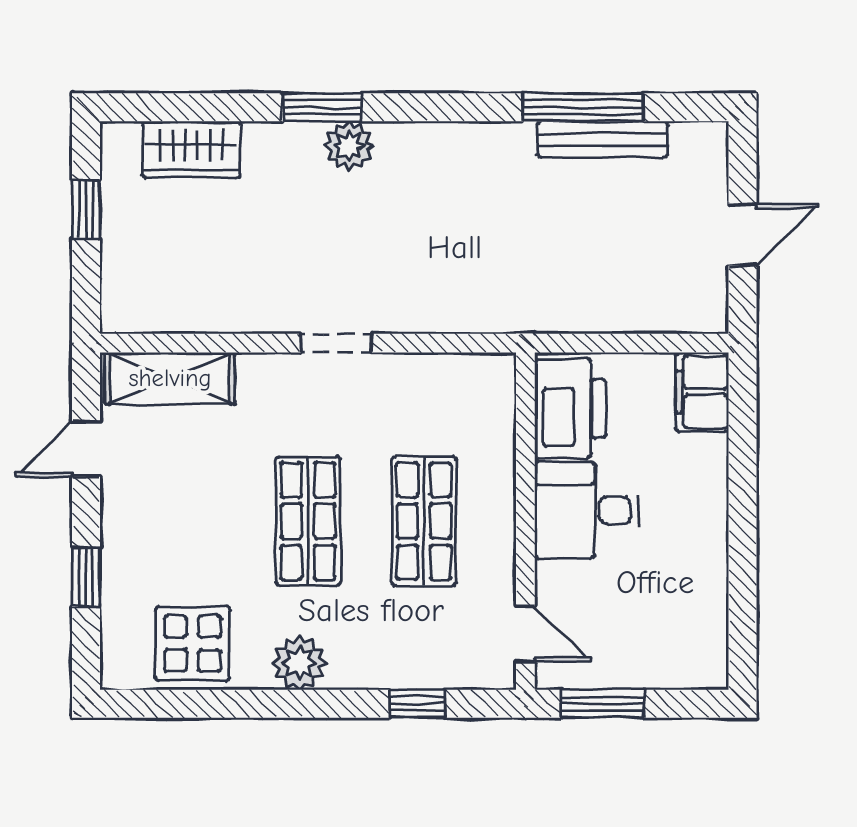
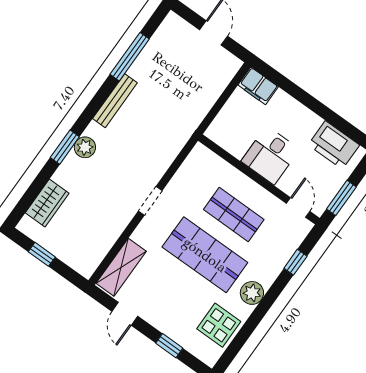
bench: (602, 139) -> (115, 101), moved
printer: (570, 408) -> (334, 145), moved, turned 180
shop shelf: (308, 521) -> (205, 255), width x1.43, depth x1.36
door: (525, 634) -> (298, 207), hinge flipped

